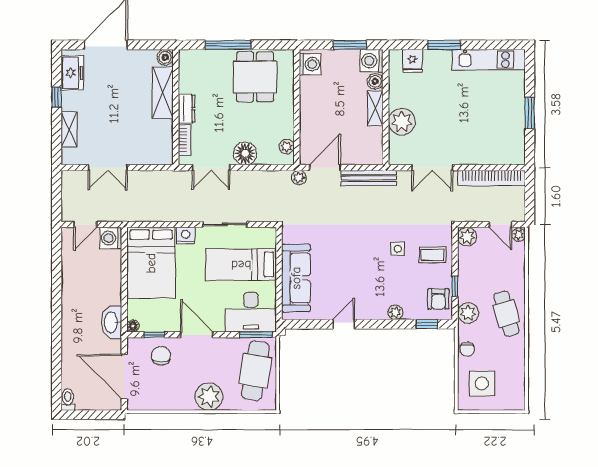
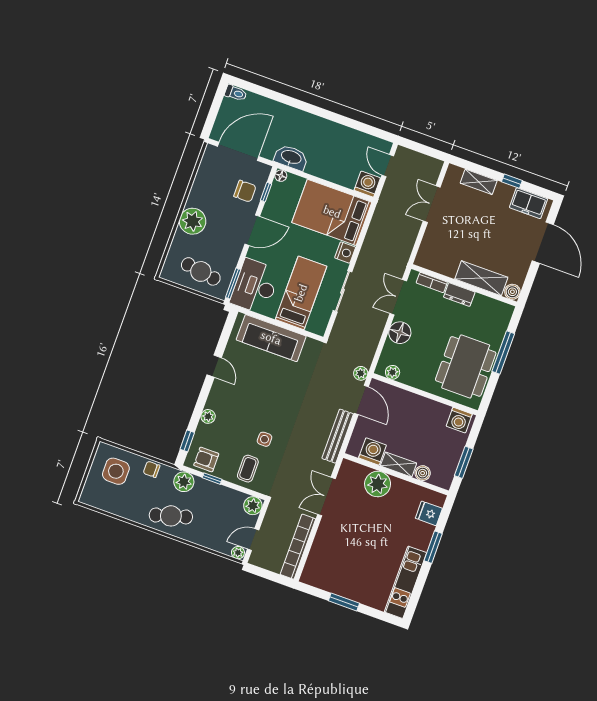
washing machine: (372, 61) -> (373, 451), moved
dining table: (255, 77) -> (466, 366), width x1.38
cafe table: (255, 371) -> (201, 271), width x0.73, depth x0.74

